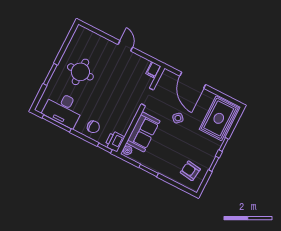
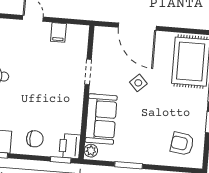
filing cabinet: (153, 70) -> (58, 32), moved

